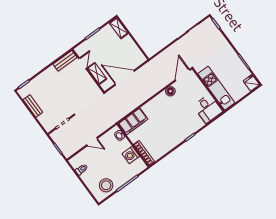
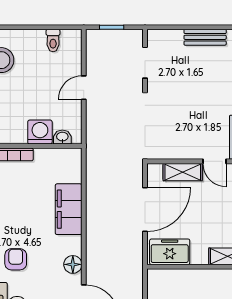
freezer: (135, 54) -> (170, 252), added
armchair: (186, 117) -> (16, 259), added
filing cabinet: (133, 121) -> (69, 209), moved
washing machine: (131, 155) -> (40, 132), moved

